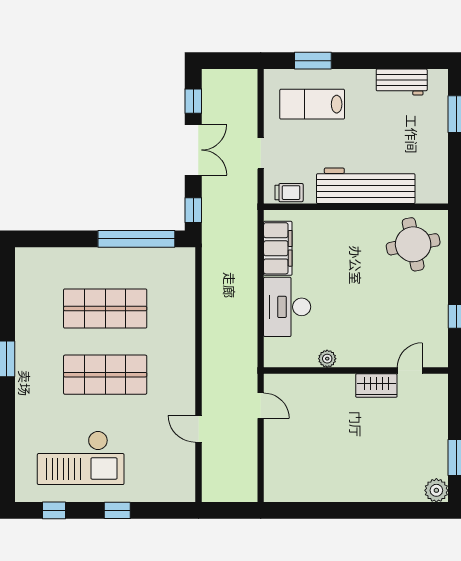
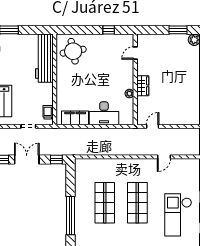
workbench: (366, 186) -> (44, 58), moved
window: (136, 239) -> (70, 216), moved
door: (410, 371) -> (135, 53), hinge flipped
wardrobe: (376, 386) -> (143, 86), moved
checkout: (81, 458) -> (178, 215), turned 180

